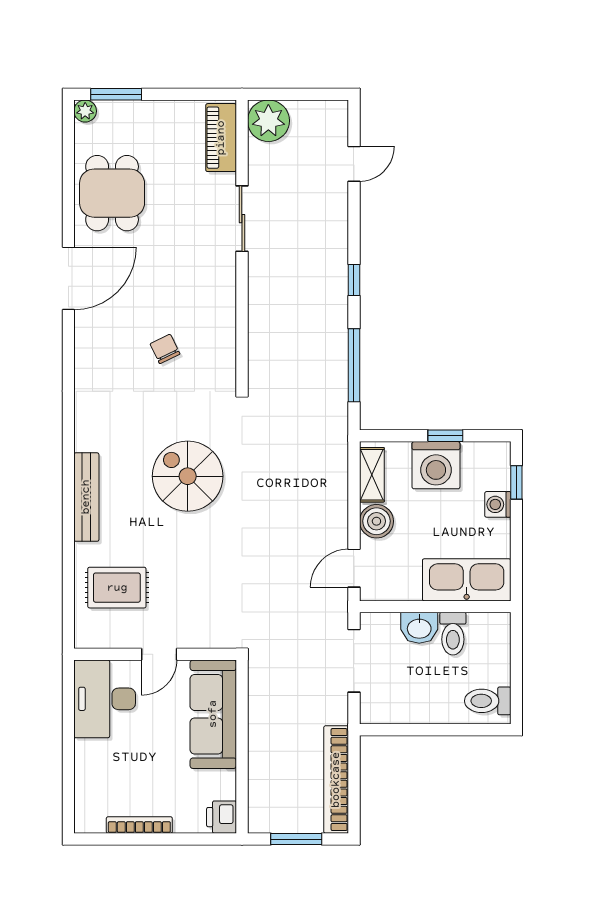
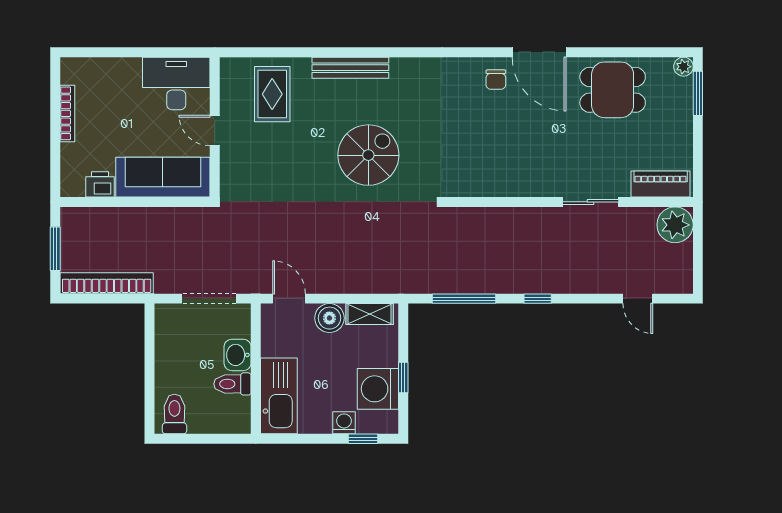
chair: (165, 349) -> (496, 80), moved, turned 116
washing machine: (436, 465) -> (378, 389), moved
printer: (222, 817) -> (100, 184), moved

